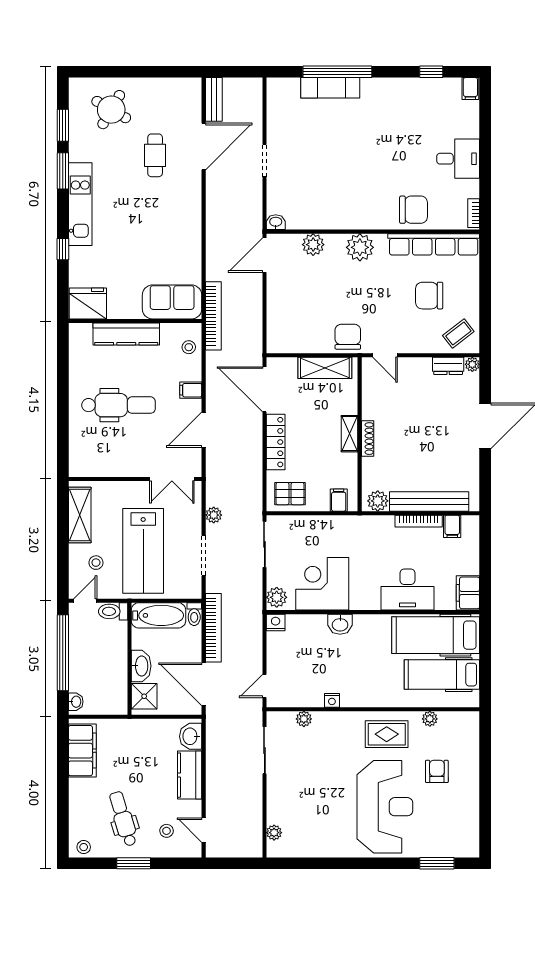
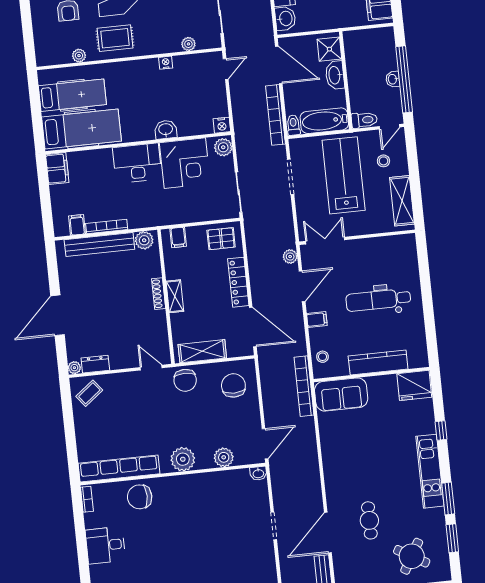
chair: (429, 296) -> (233, 385), moved, turned -90
plant: (214, 515) -> (290, 257), moved
desk: (407, 590) -> (137, 163), moved
washbasin: (76, 702) -> (393, 79), moved

